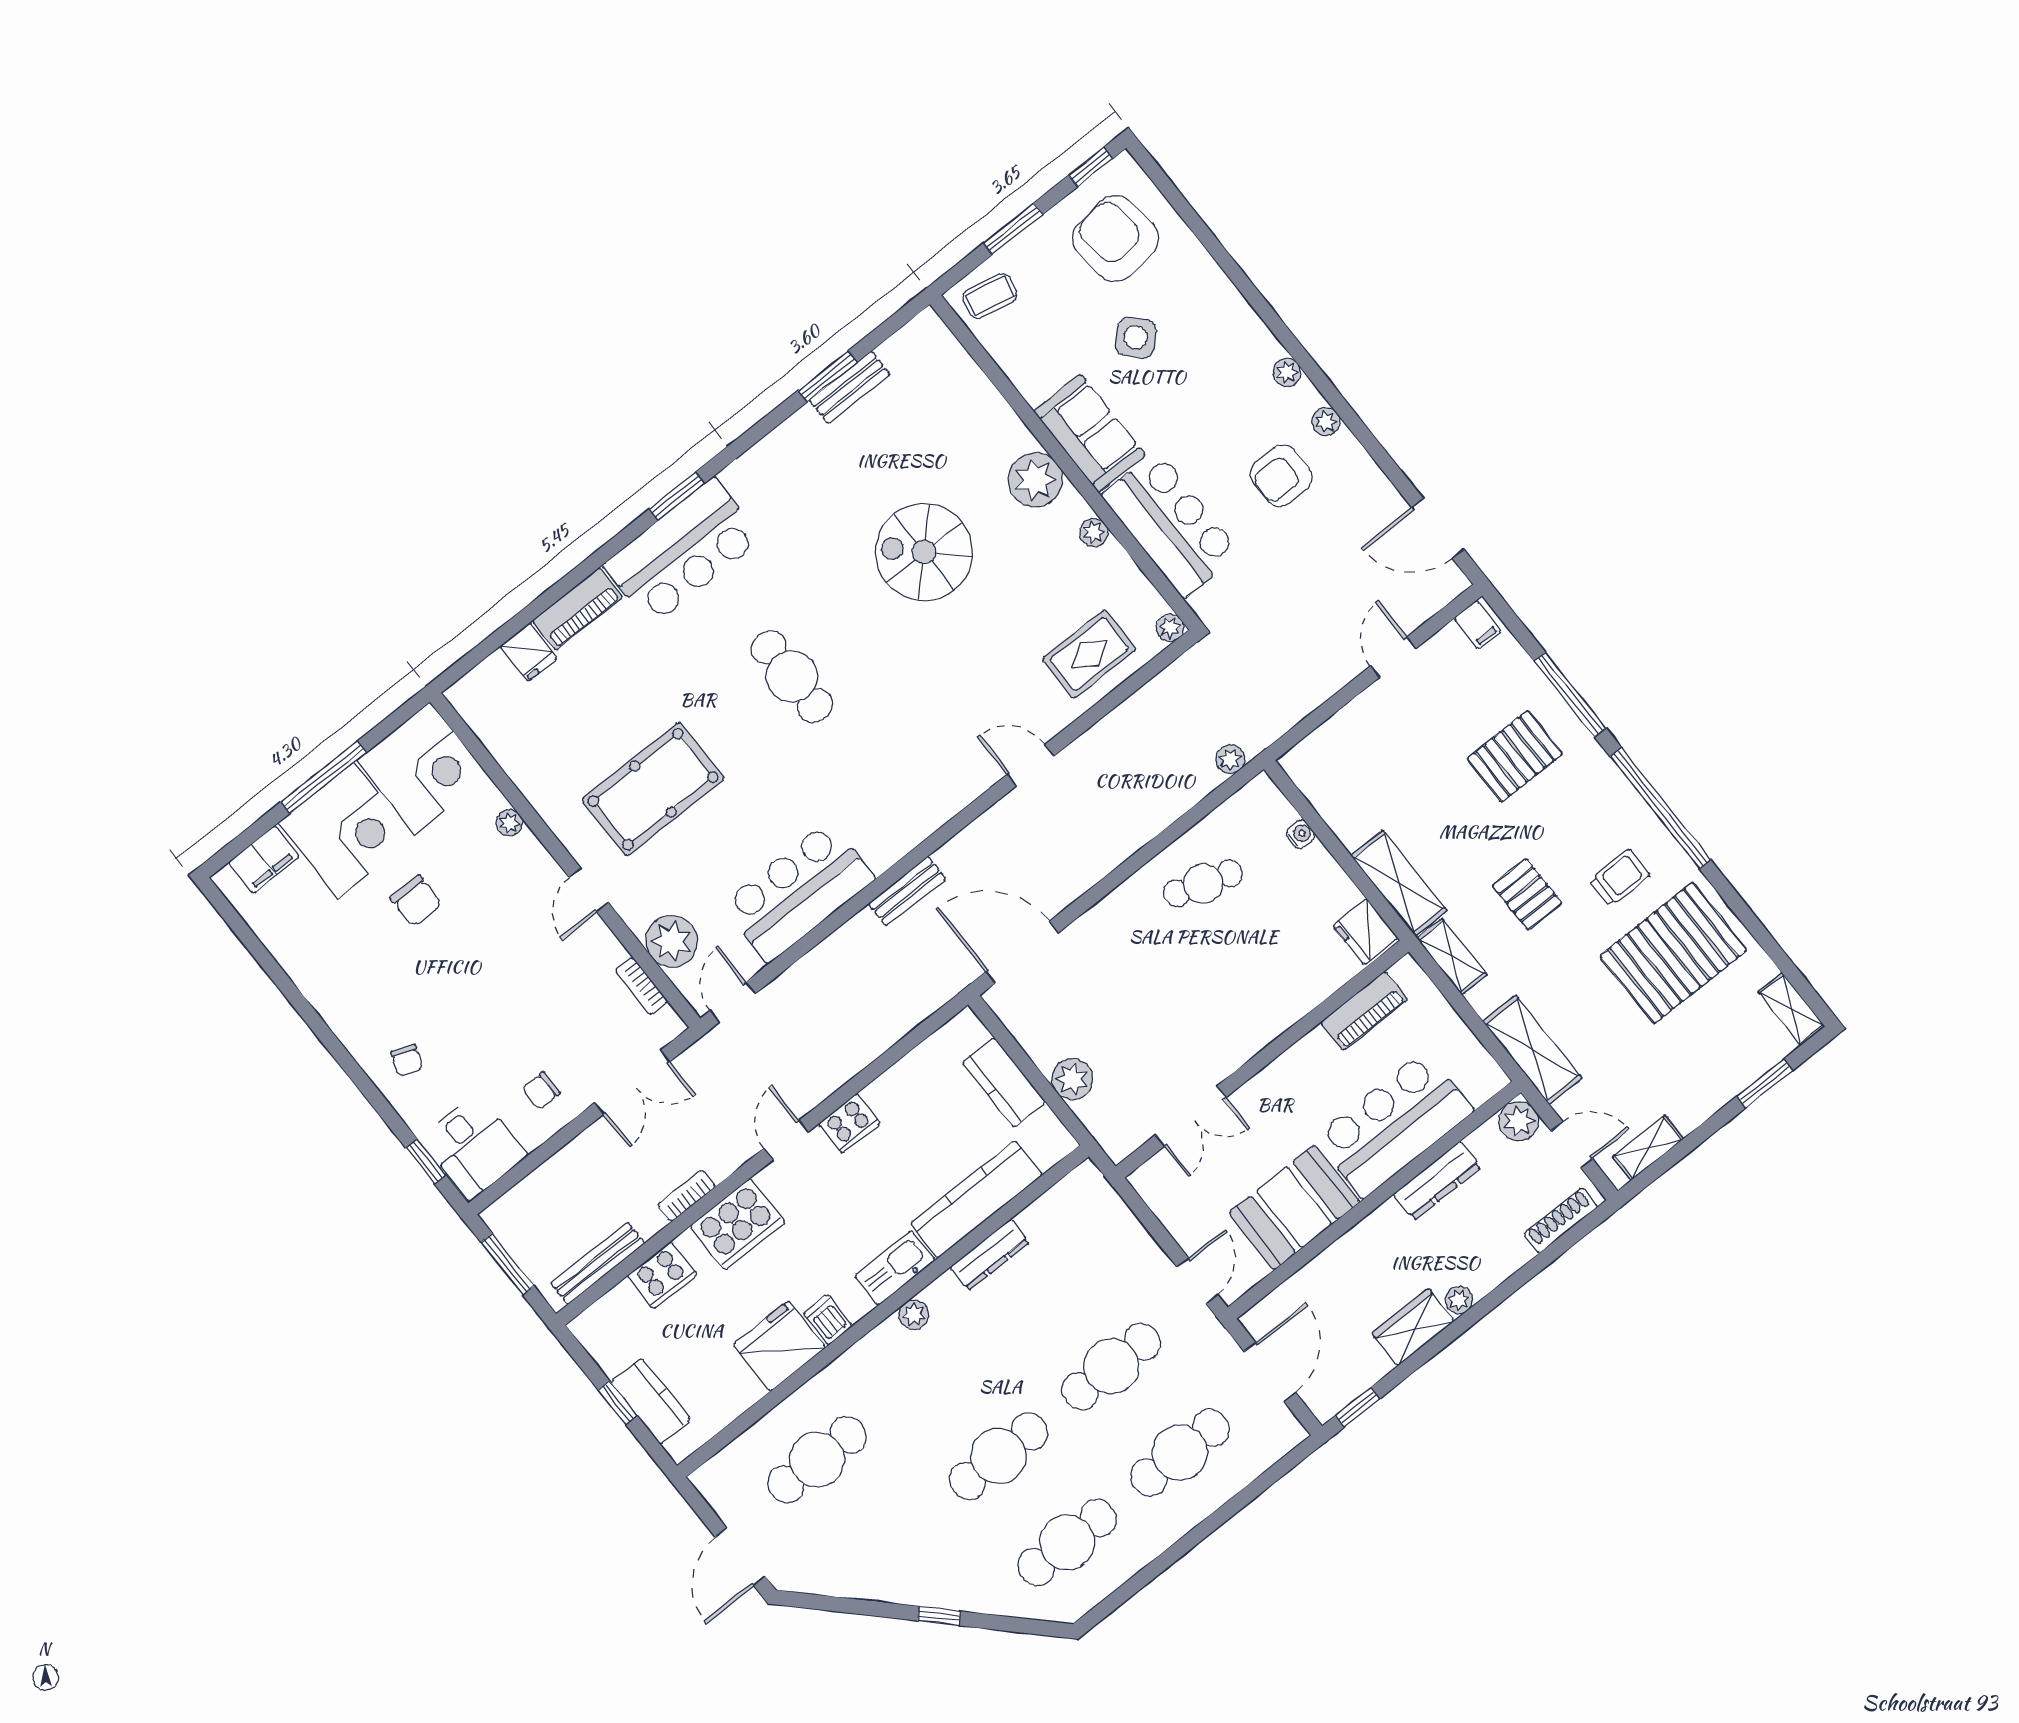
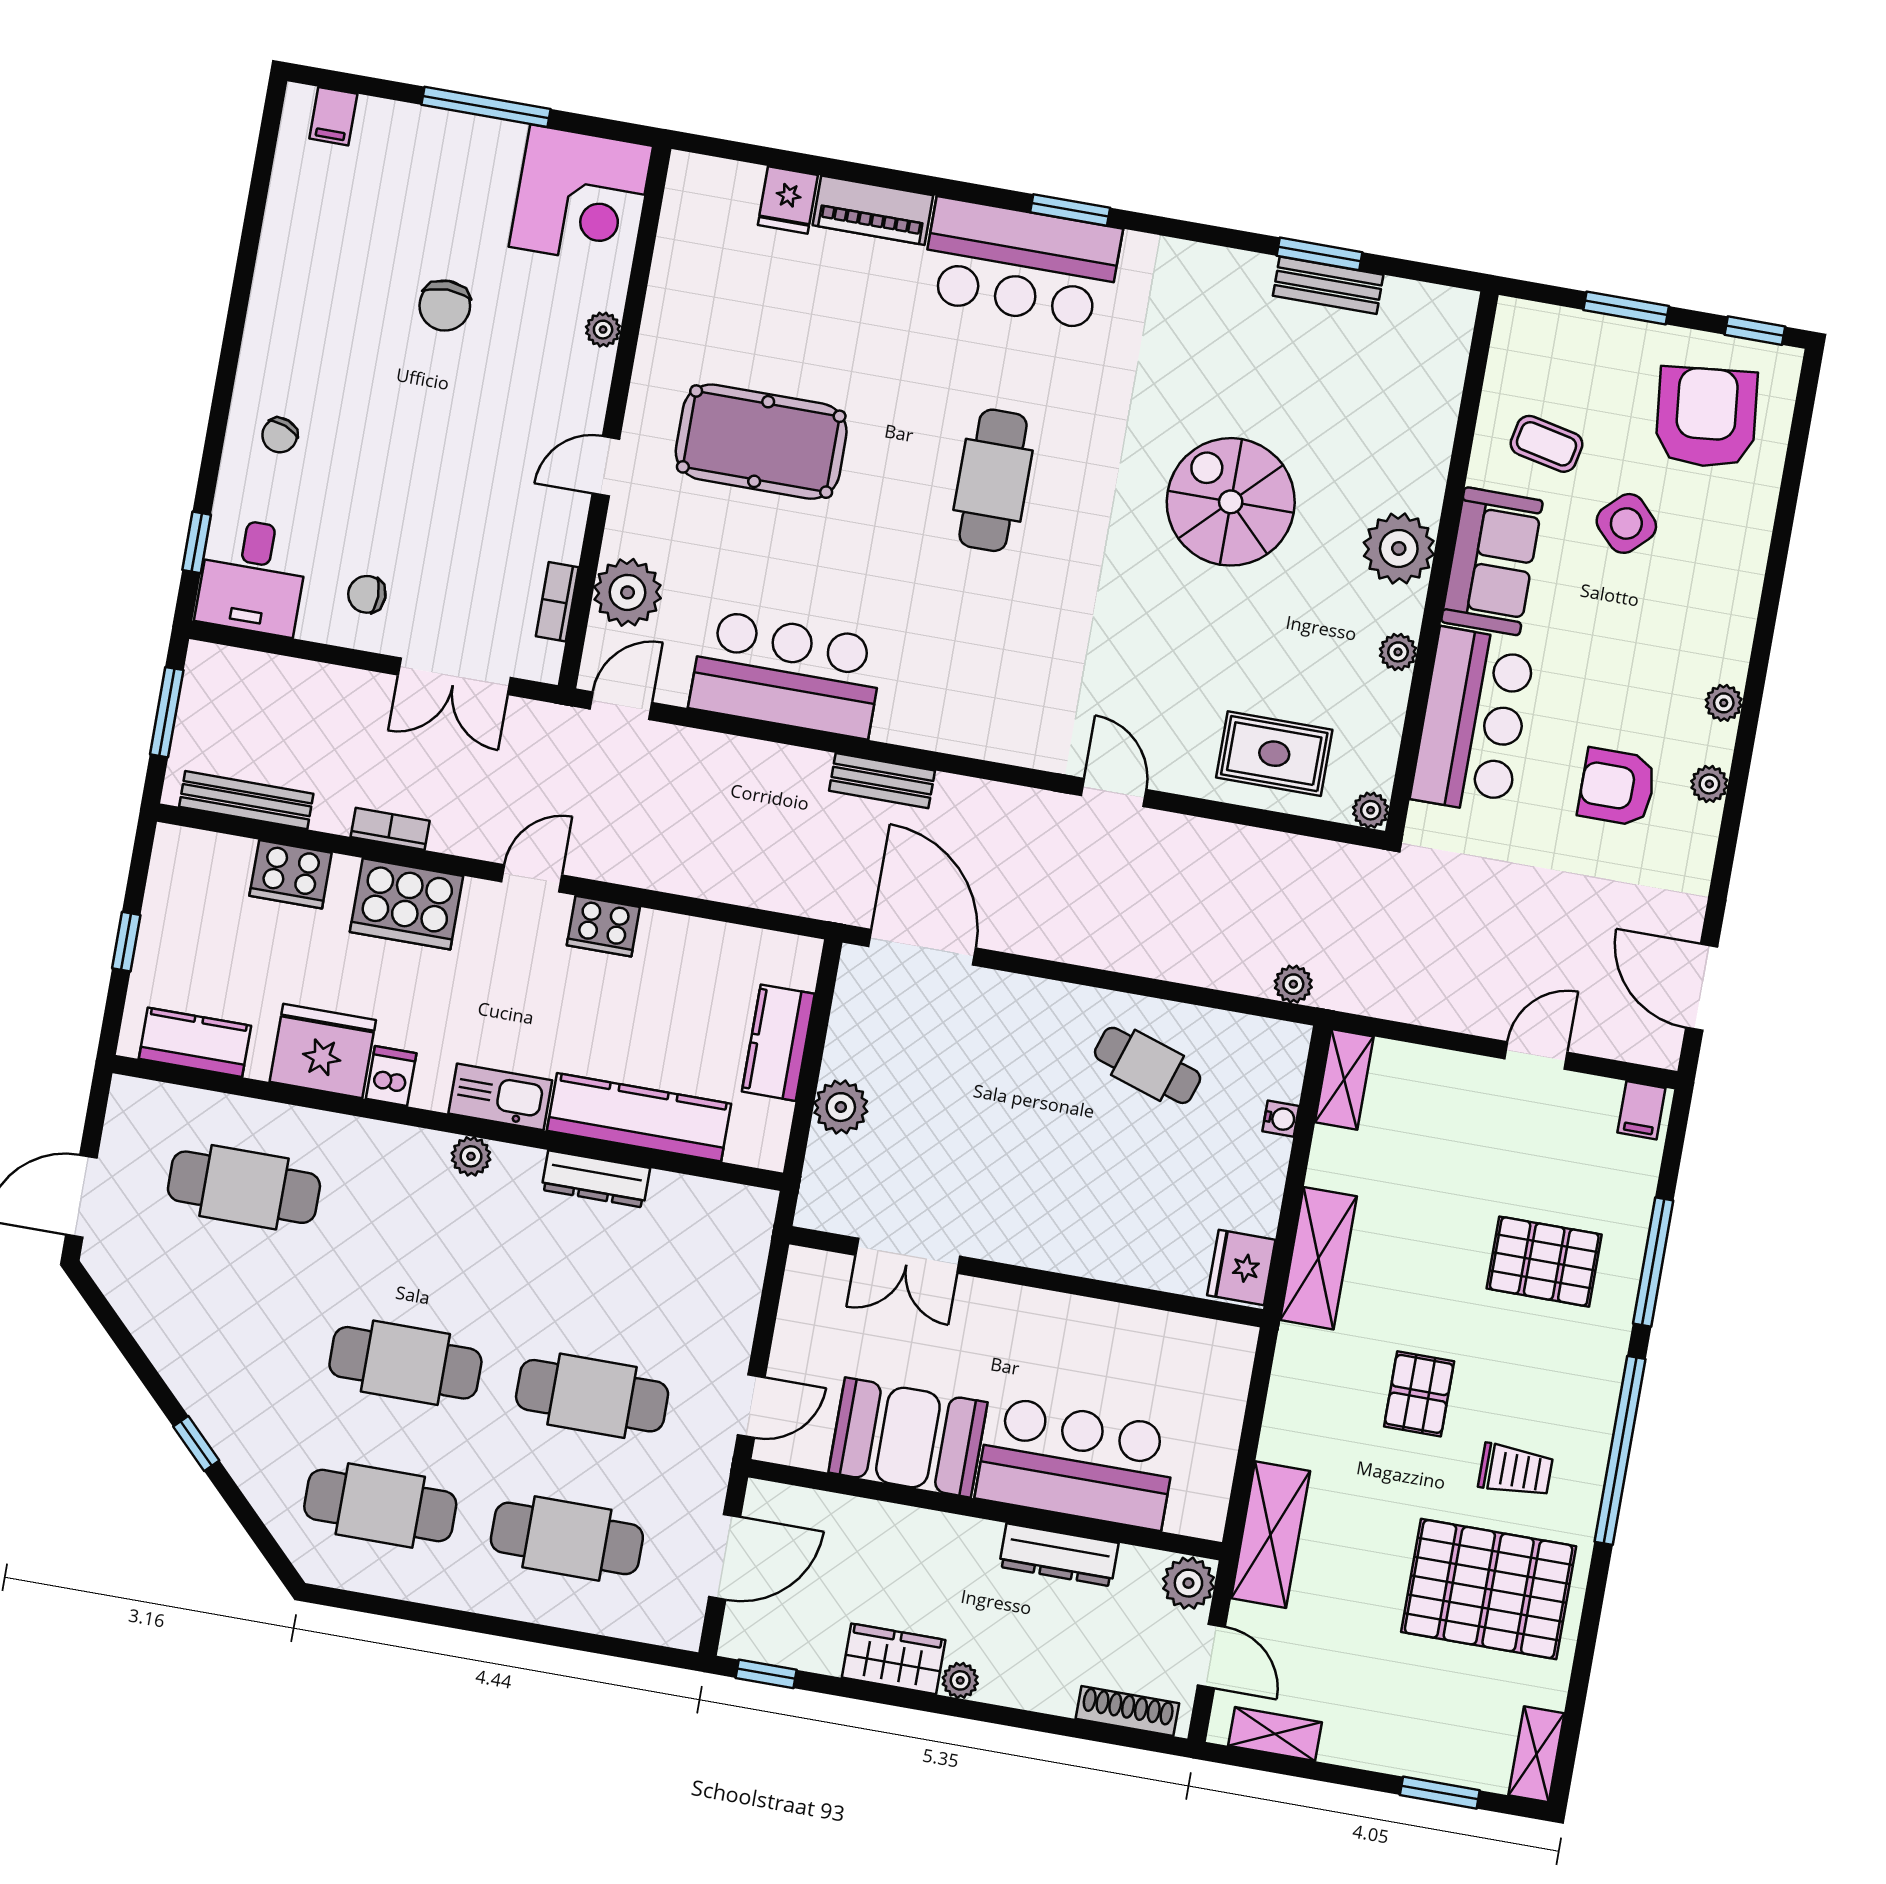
coffee table: (990, 296) -> (1546, 444), moved
corner desk: (346, 830) -> (453, 175), removed
filing cabinet: (264, 859) -> (333, 116), width x0.50
shelving: (1452, 957) -> (1344, 1079), moved
piano: (1364, 1011) -> (1162, 1335), removed
kitchen counter: (651, 1401) -> (195, 1042), moved, turned -90

